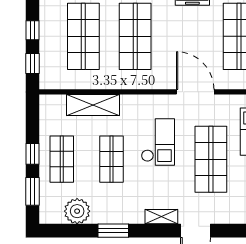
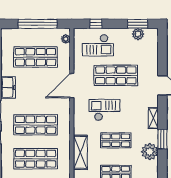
plant: (77, 211) -> (150, 152), moved
shelving: (161, 217) -> (153, 118), moved

